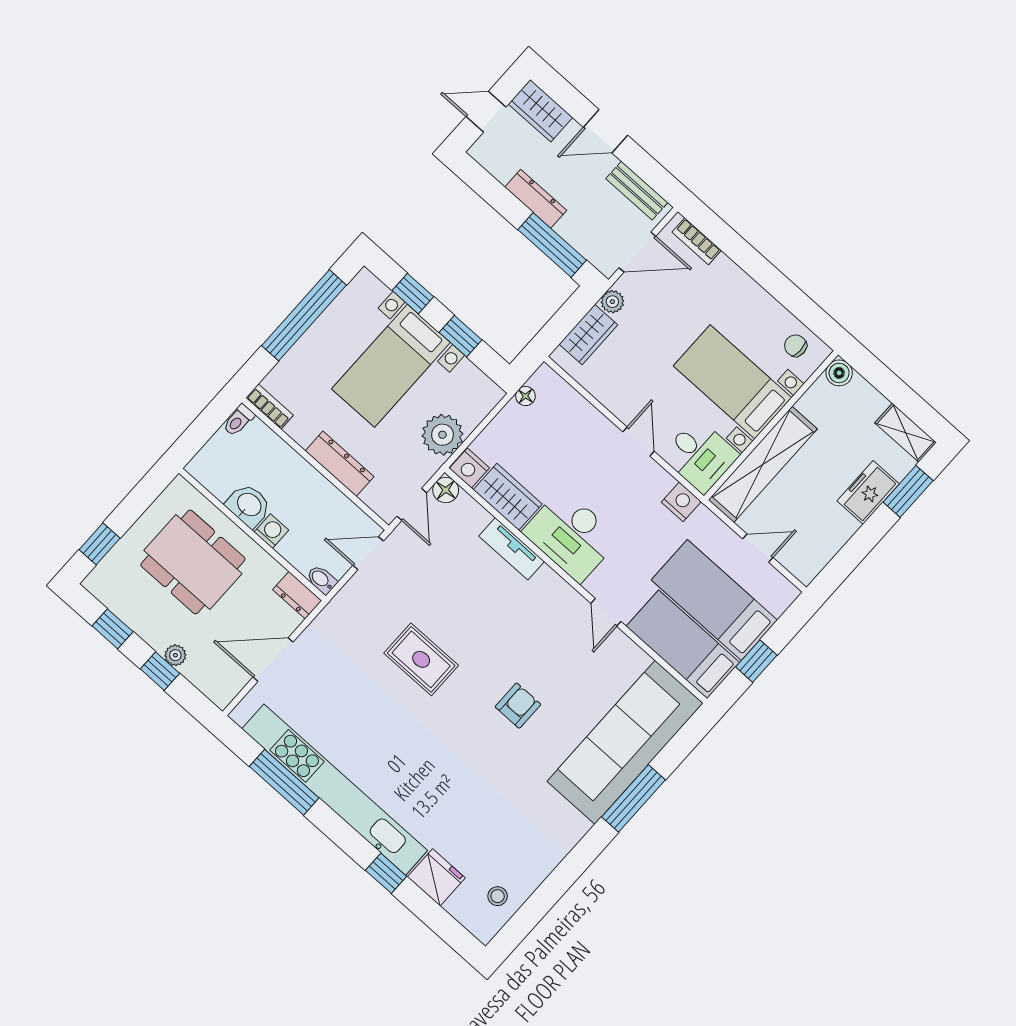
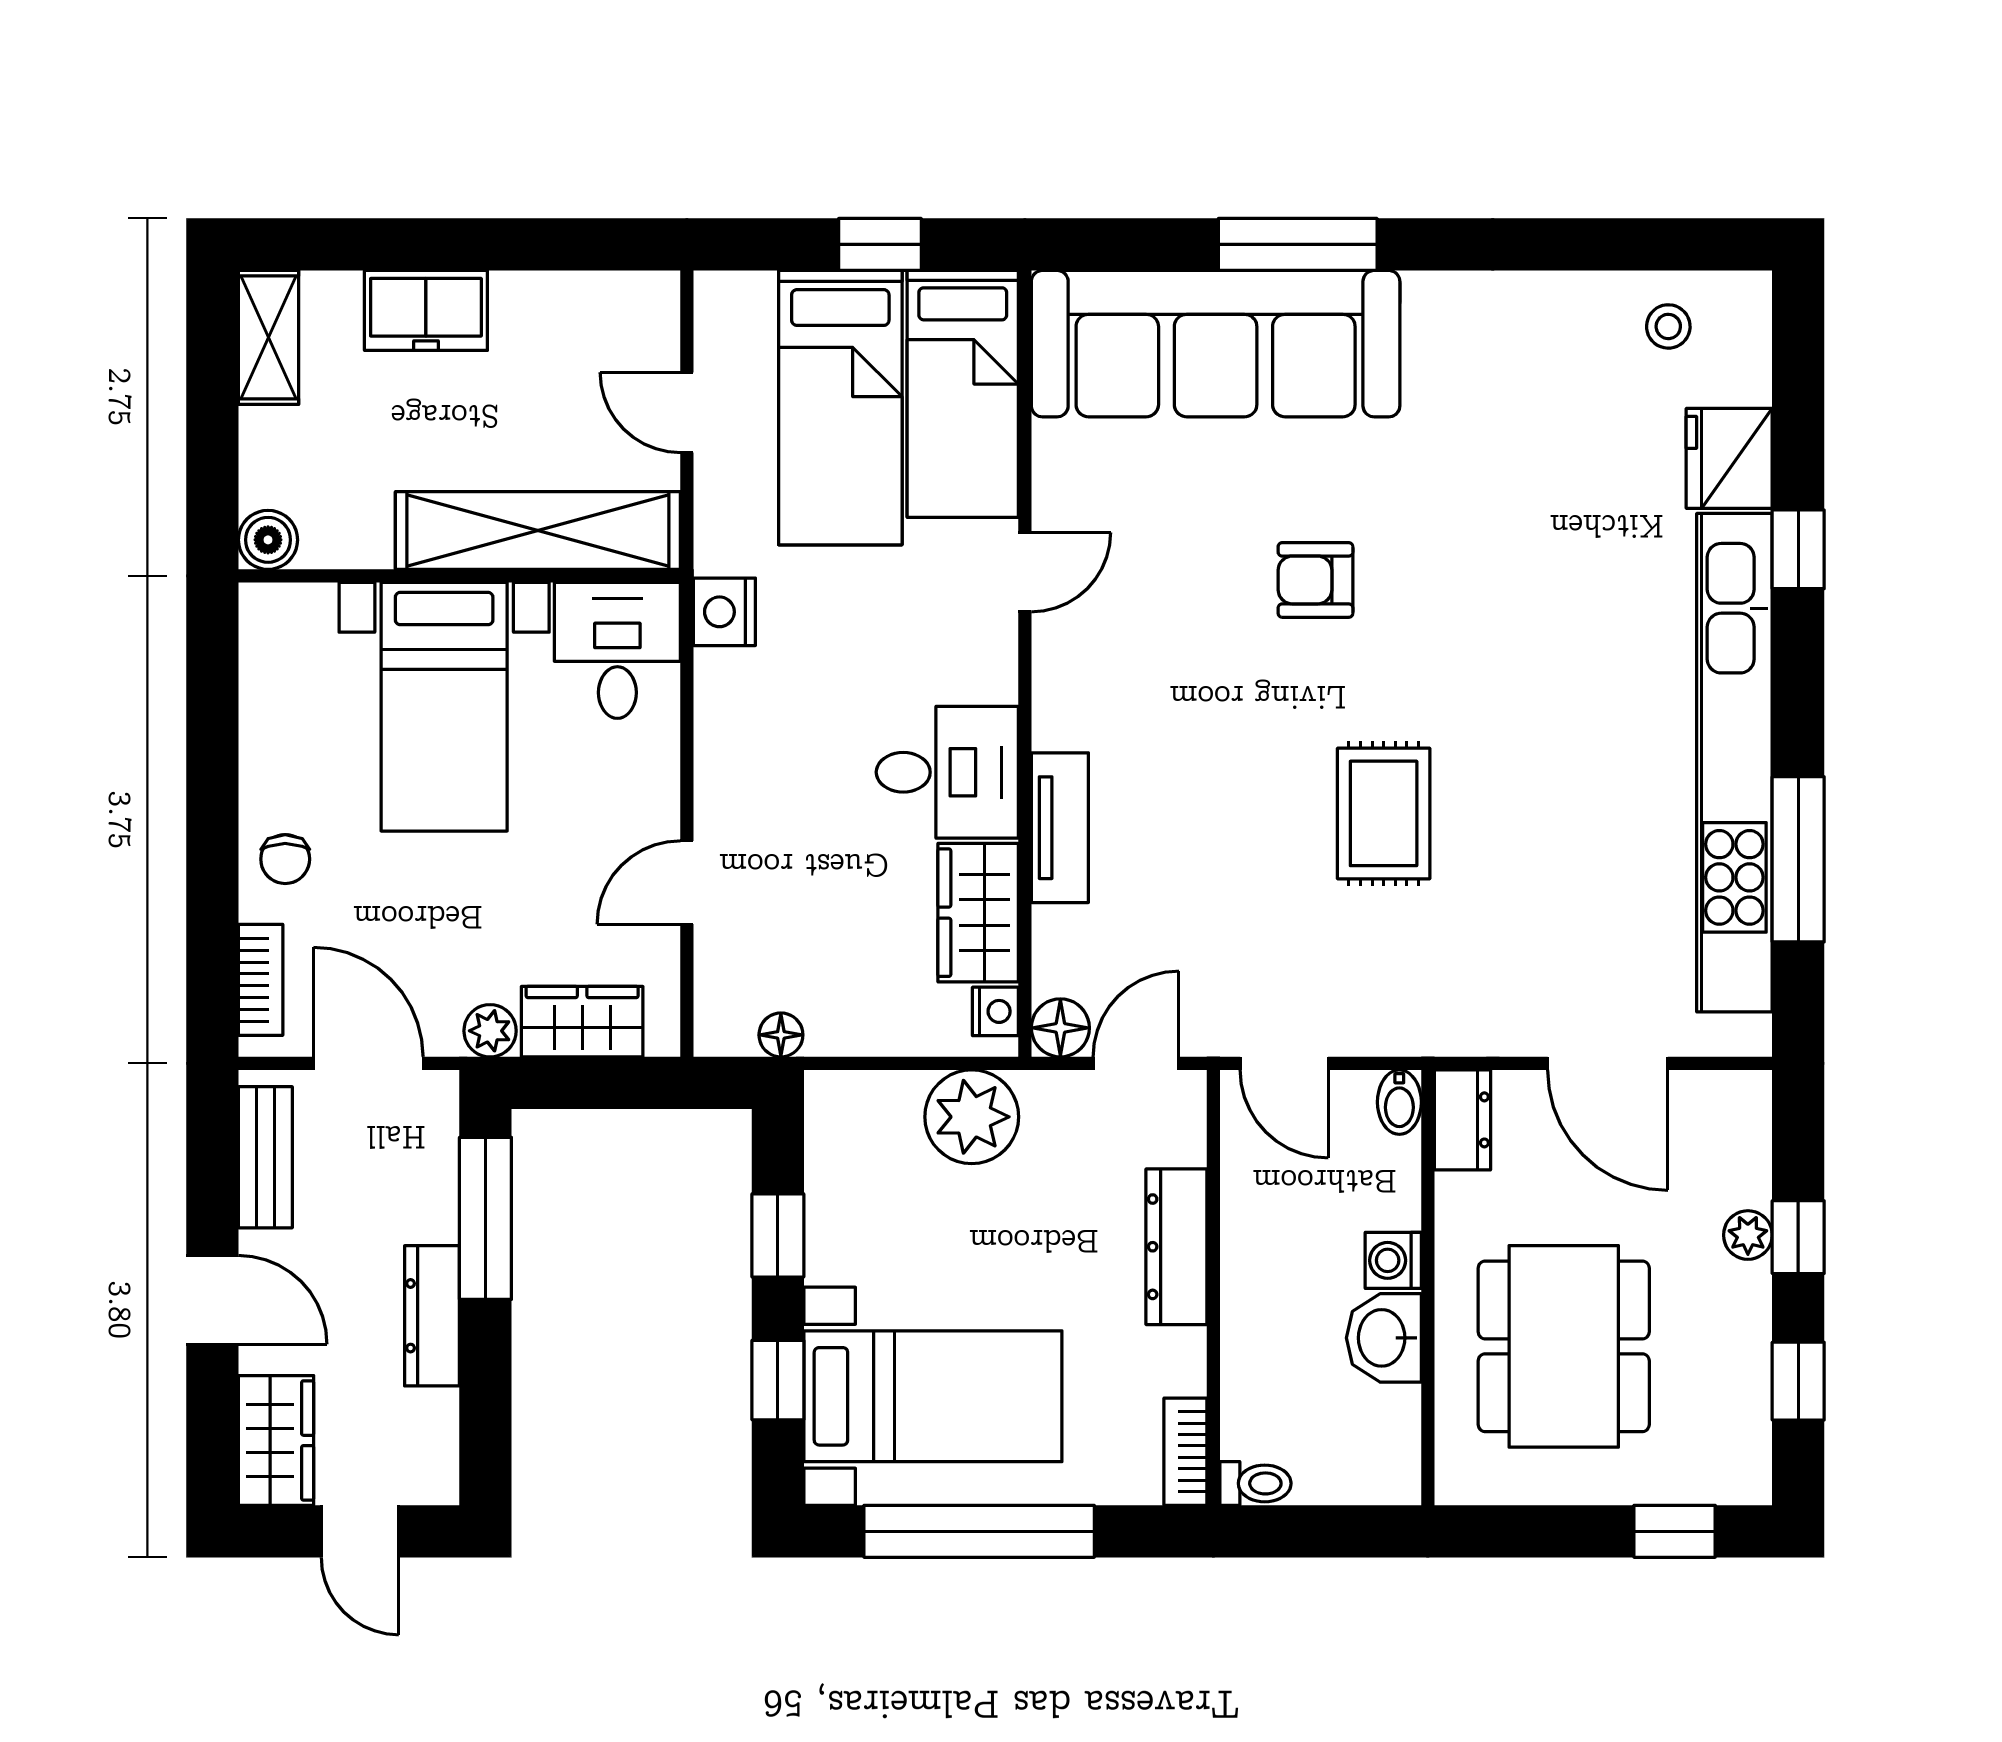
chair: (796, 346) -> (285, 859), moved
bed with nightstands: (391, 366) -> (933, 1396), moved
door: (639, 441) -> (687, 883), moved
nightstand: (469, 468) -> (995, 1011), width x0.72, depth x0.74
window: (908, 491) -> (364, 244), removed
desk: (571, 535) -> (947, 772), width x0.73

